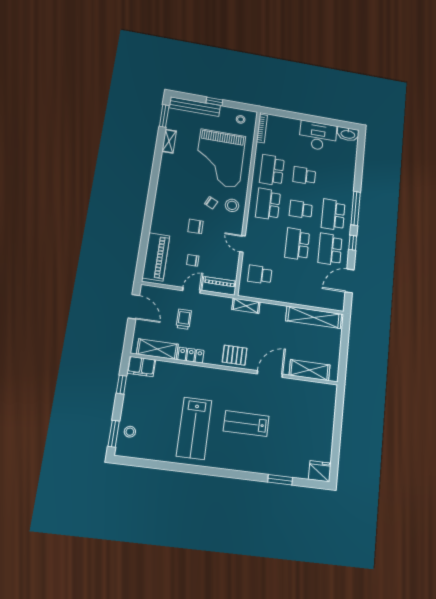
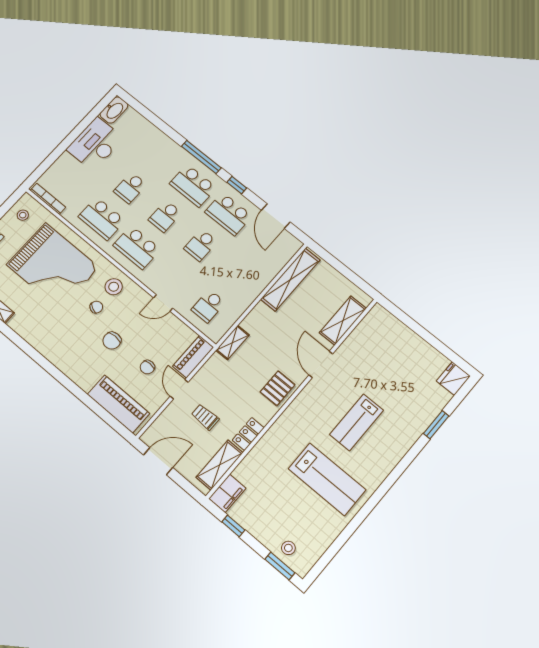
school desk: (297, 244) -> (201, 245), width x0.54

